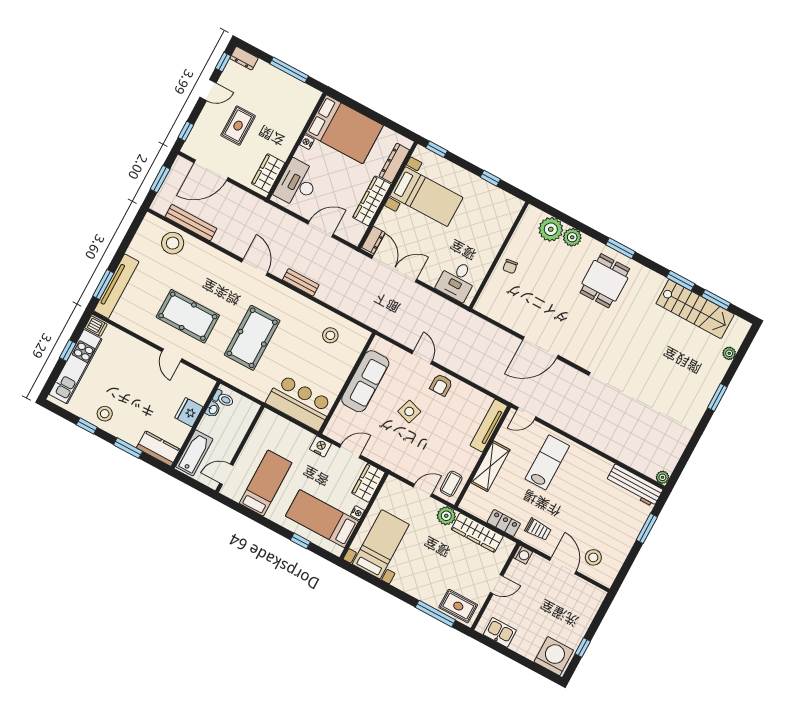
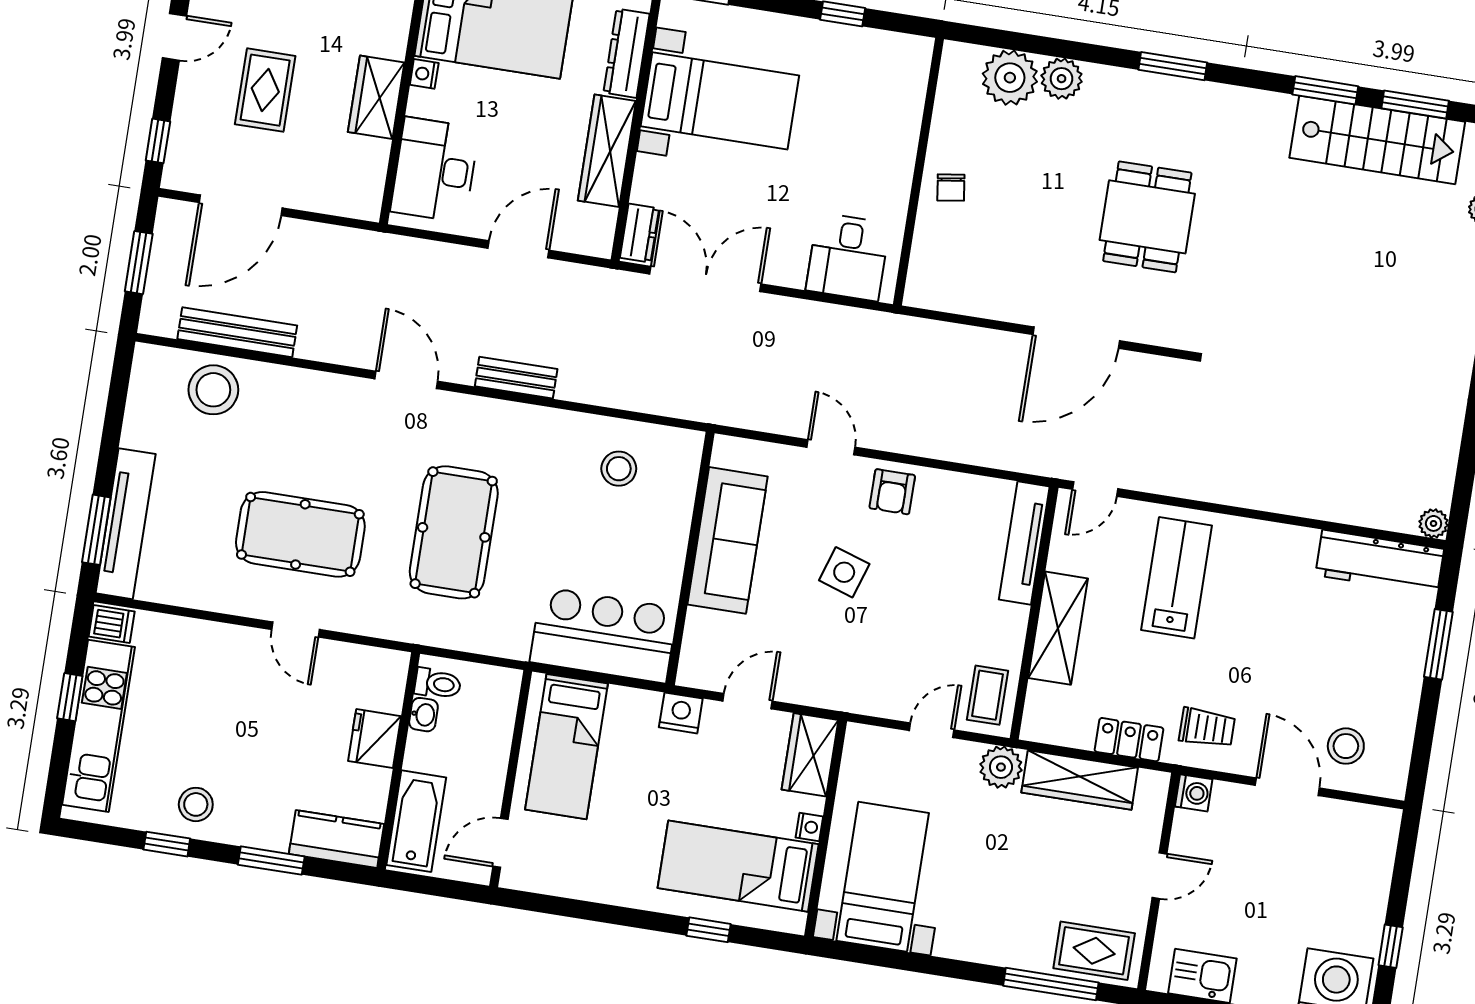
wardrobe: (268, 173) -> (376, 97), moved
dining table: (605, 281) -> (1147, 217), moved
bed: (266, 483) -> (567, 747), moved, turned 180

